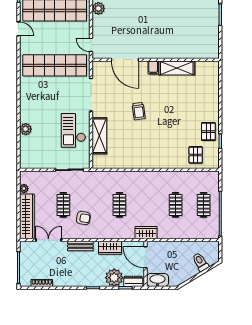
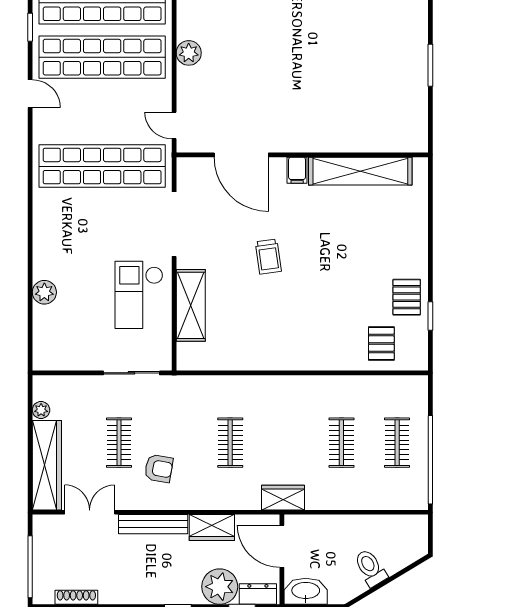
shelving: (177, 68) -> (360, 171), width x1.47
bench: (80, 246) -> (153, 524), width x1.36
toilet: (200, 262) -> (370, 568), moved

